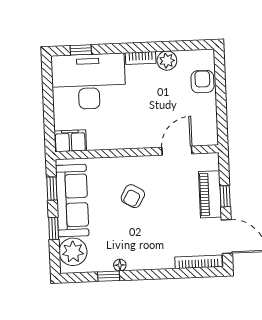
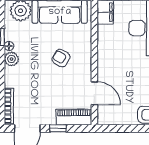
piano: (210, 194) -> (74, 117), moved
plant: (137, 261) -> (11, 59), added

